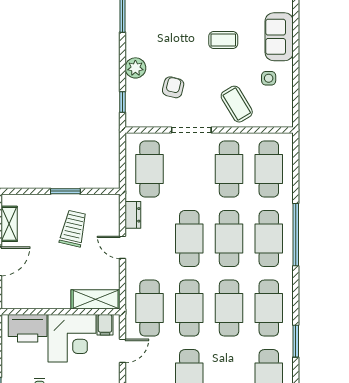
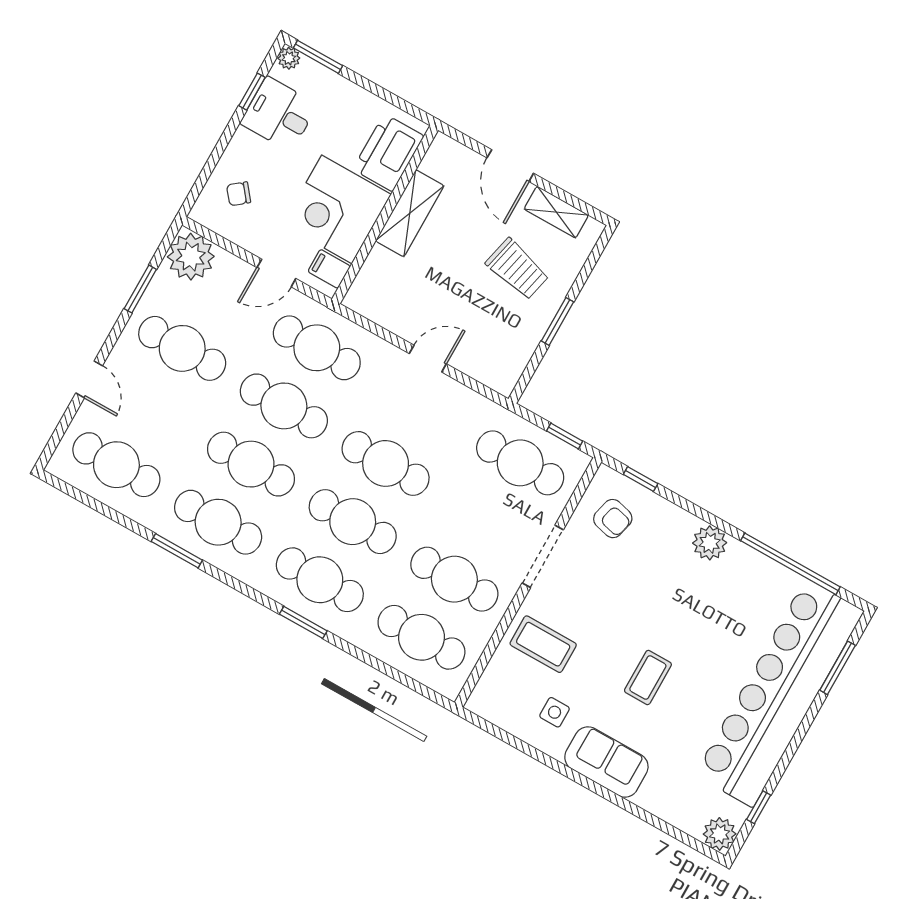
plant: (135, 68) -> (710, 543), moved
armchair: (173, 87) -> (613, 519), moved
coffee table: (237, 104) -> (543, 644), turned 31
window: (123, 154) -> (565, 436), added
dresser: (133, 215) -> (467, 401), removed
trolley: (73, 229) -> (517, 269), moved
window: (296, 235) -> (303, 622), width x0.47
shelving: (96, 299) -> (410, 213), moved
window: (296, 341) -> (177, 551), moved
door: (123, 351) -> (276, 273), hinge flipped

